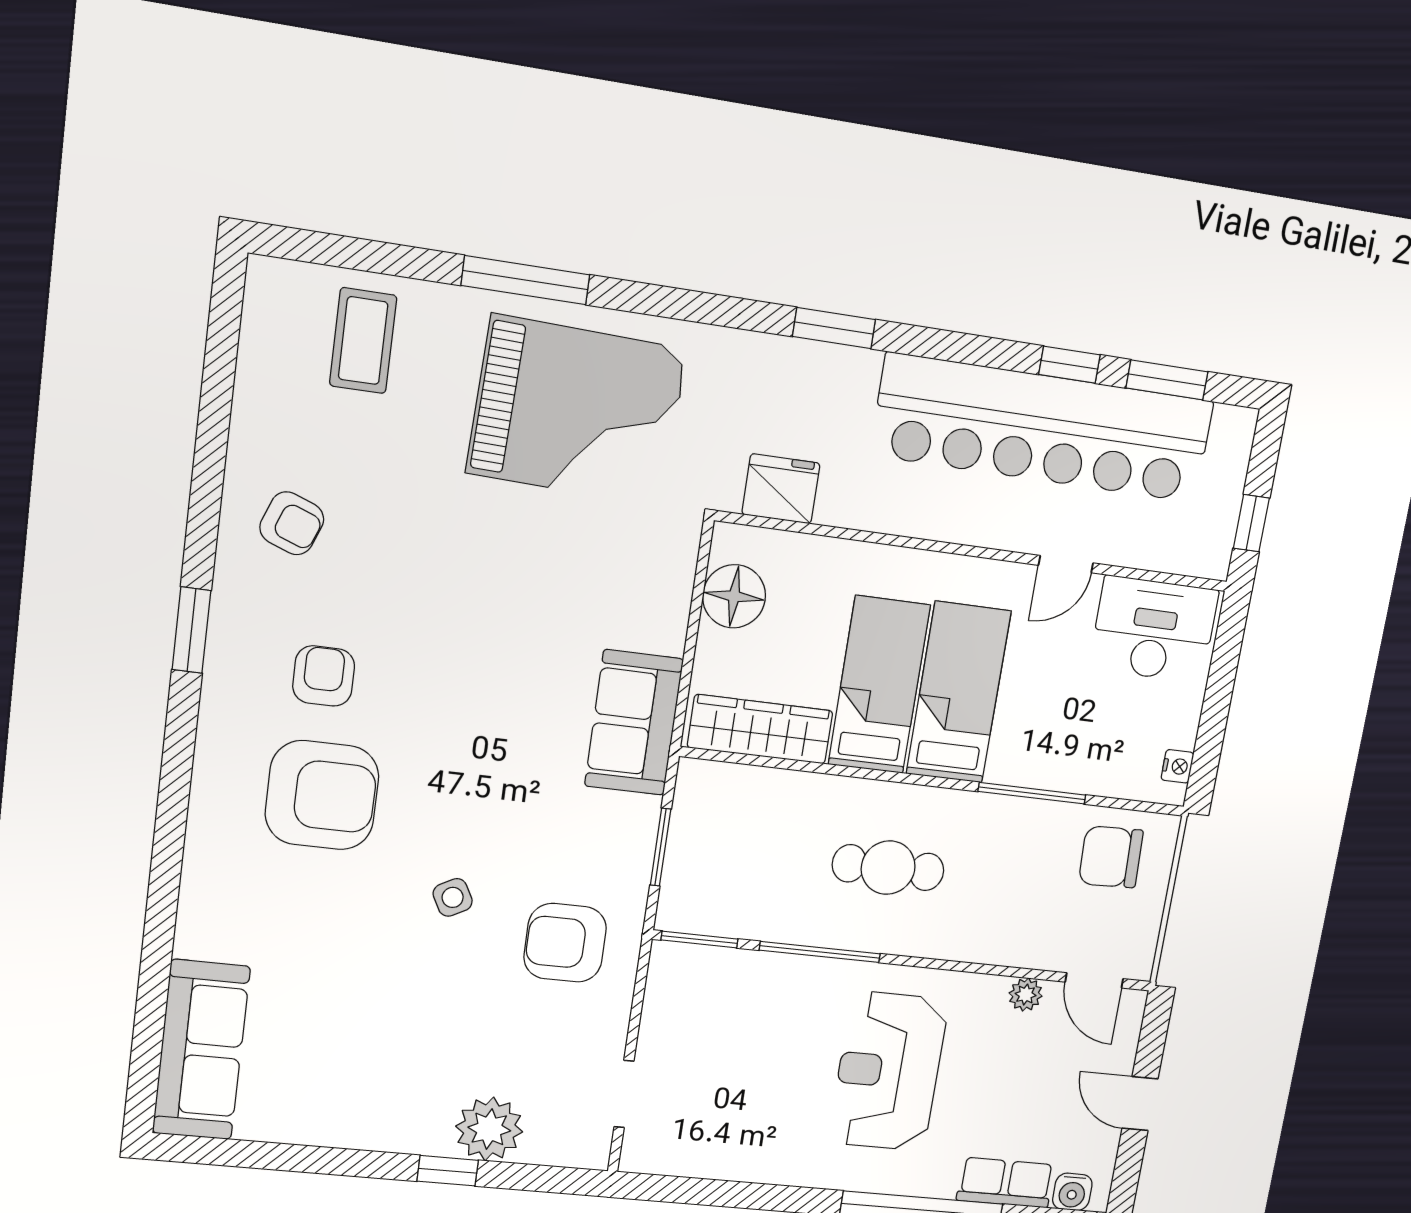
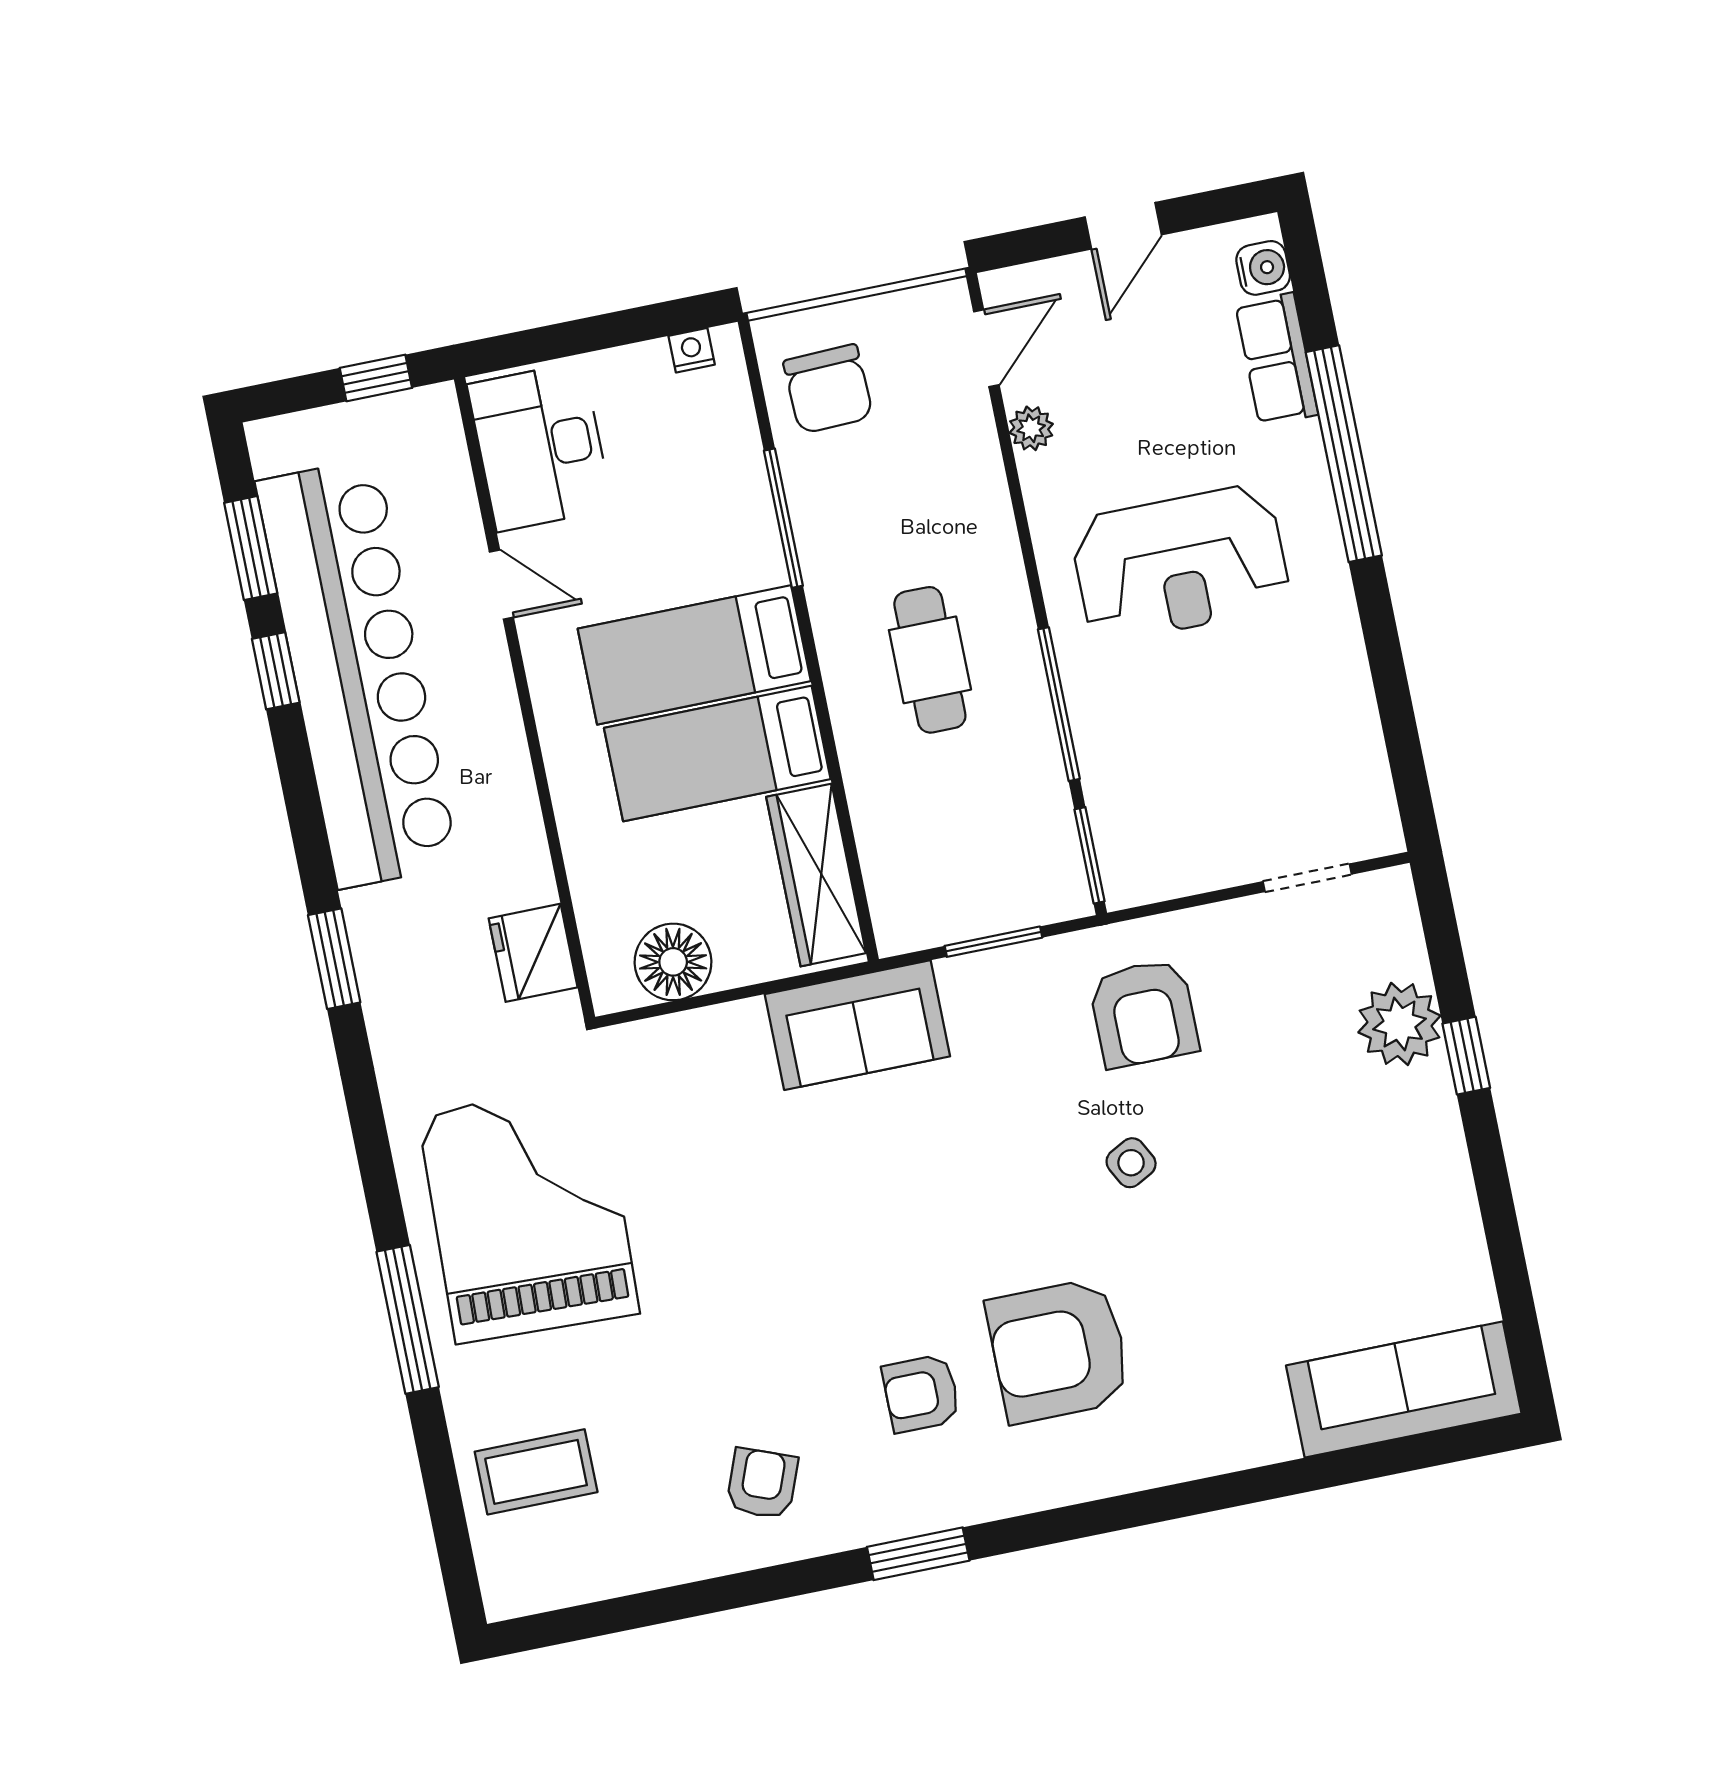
armchair: (322, 795) -> (1059, 1351), turned -90

